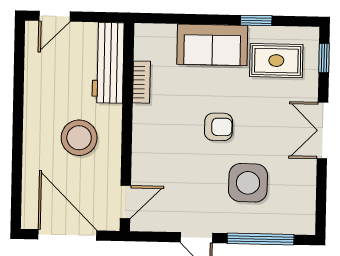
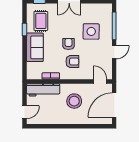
door: (55, 16) -> (25, 112), hinge flipped
armchair: (176, 135) -> (72, 61), added

